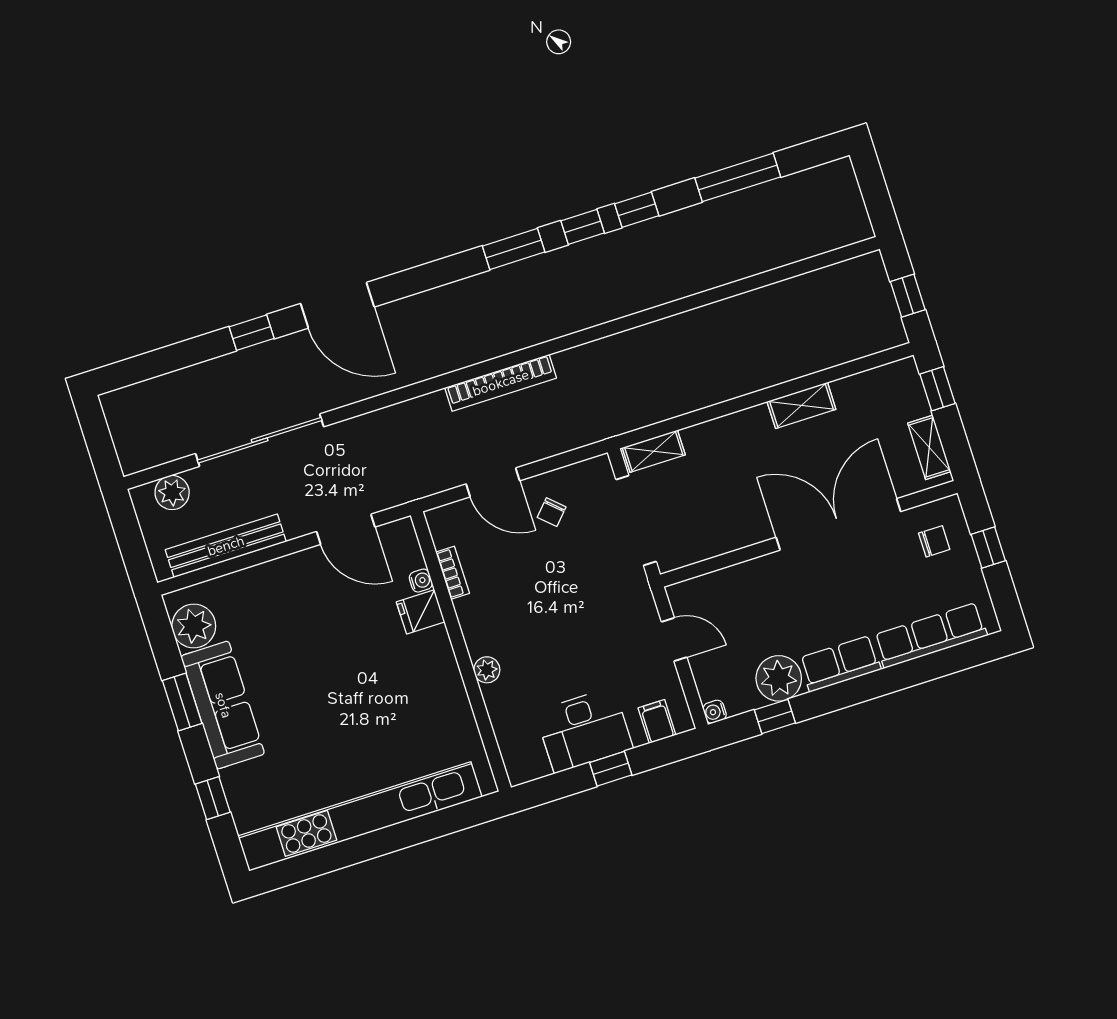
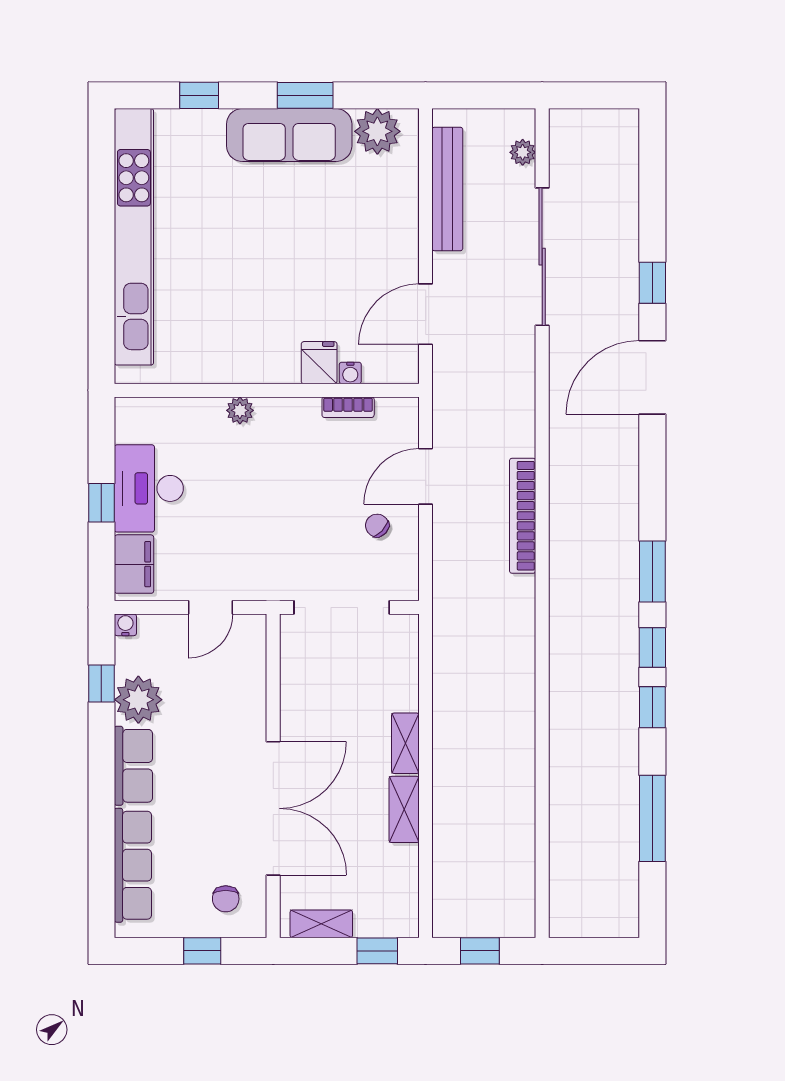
shelving: (654, 451) -> (405, 743), moved
plant: (172, 493) -> (523, 152), width x0.73, depth x0.73
filing cabinet: (657, 721) -> (134, 564), width x2.00

